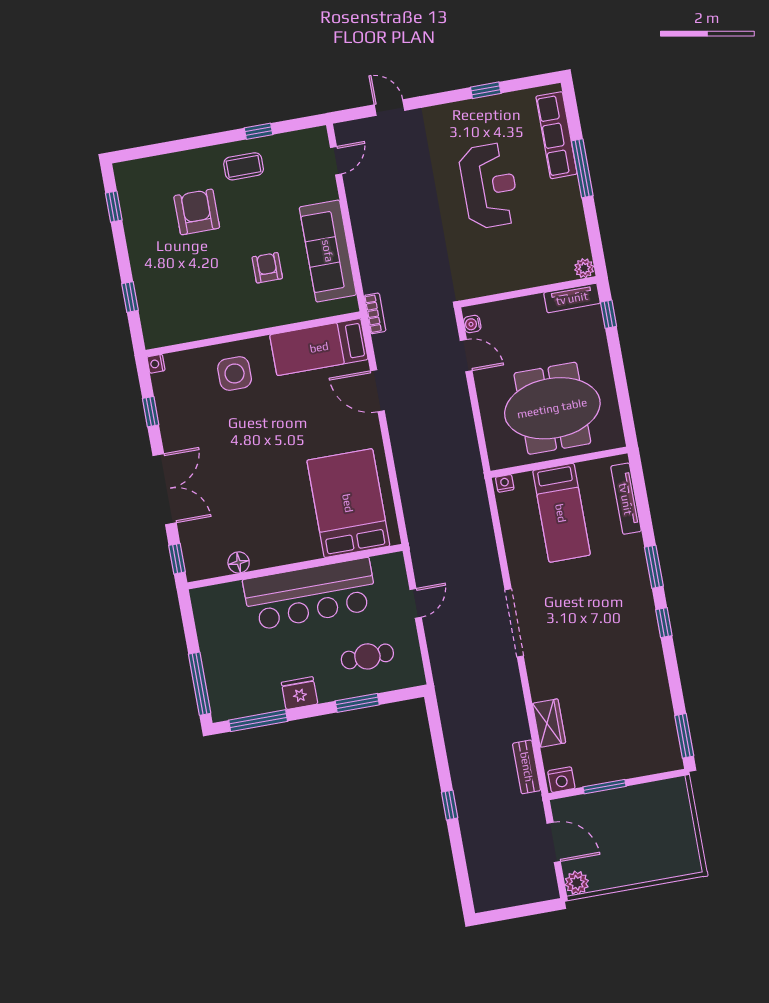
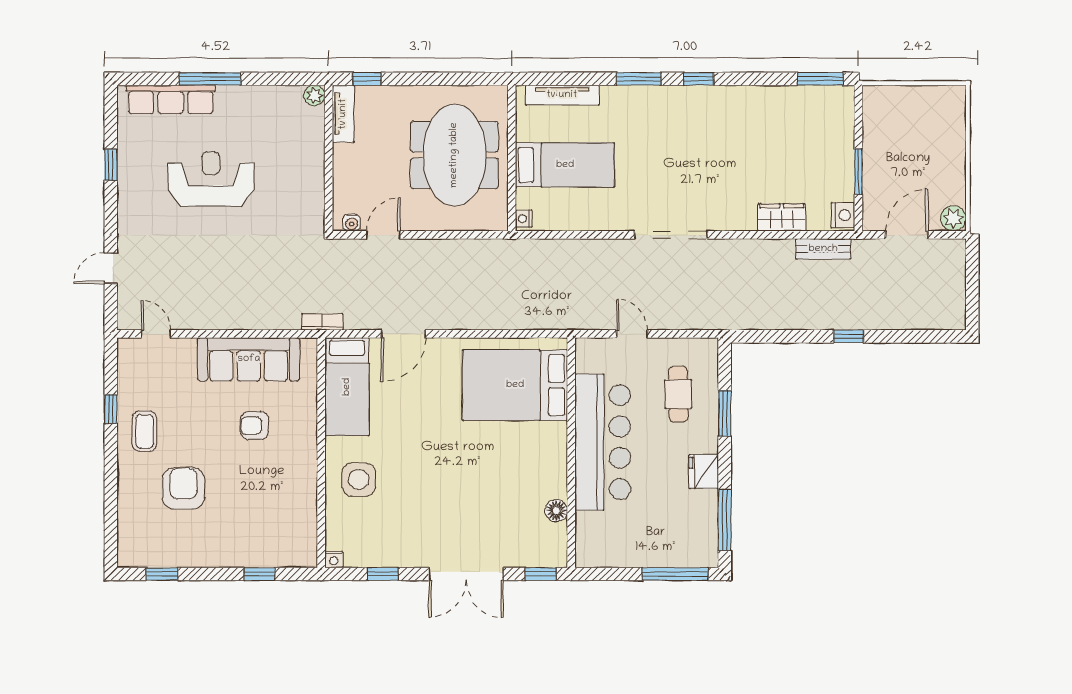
armchair: (197, 212) -> (183, 489), turned 90
double door: (165, 489) -> (466, 574), swing flipped

